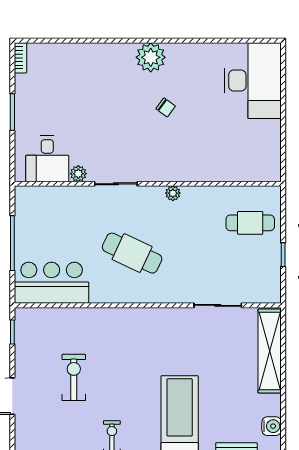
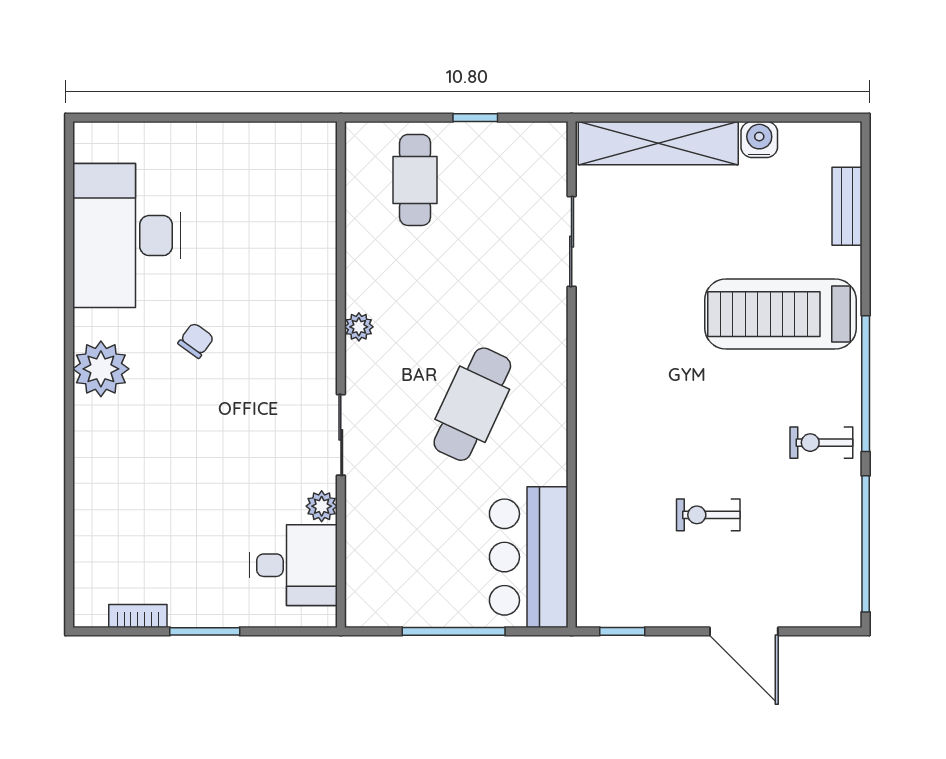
bookcase: (20, 58) -> (138, 616), moved
desk: (253, 81) -> (127, 236), moved, turned -90
exercise bike: (74, 377) -> (708, 515), width x0.73, depth x0.72
water cooler: (272, 426) -> (759, 139), moved

